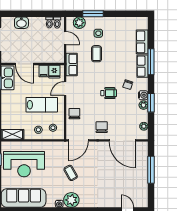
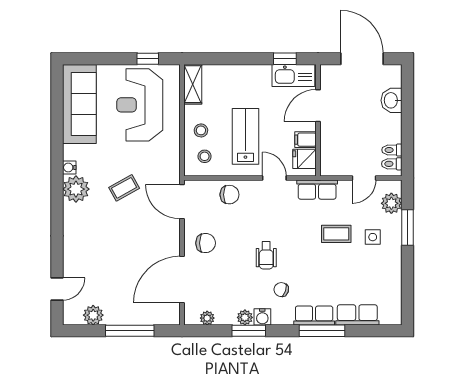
lab bench: (42, 105) -> (245, 136), turned 180
plant: (142, 190) -> (93, 315), added

